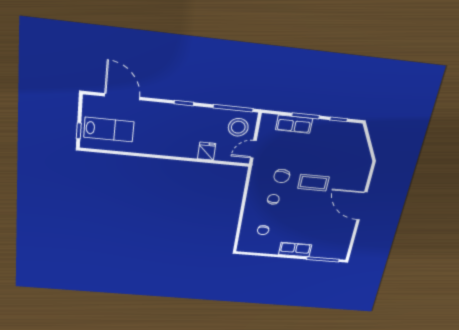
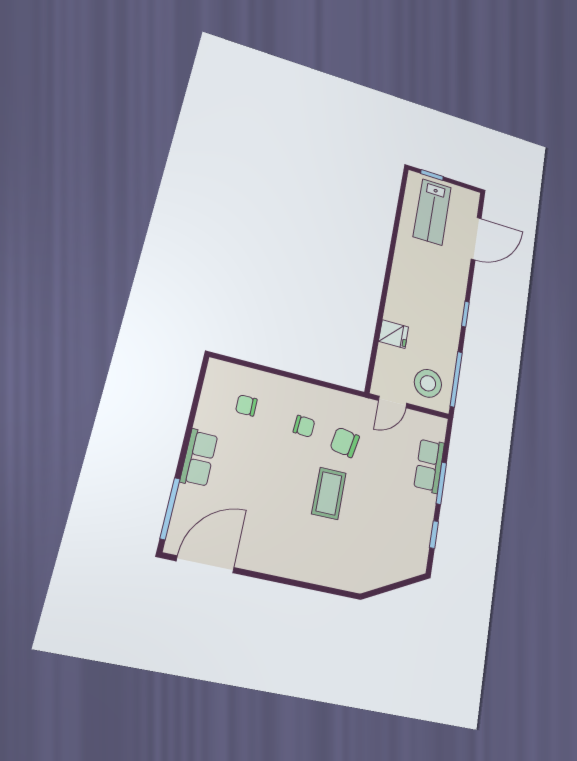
door: (253, 149) -> (393, 402), swing flipped
door: (362, 206) -> (205, 564), moved

